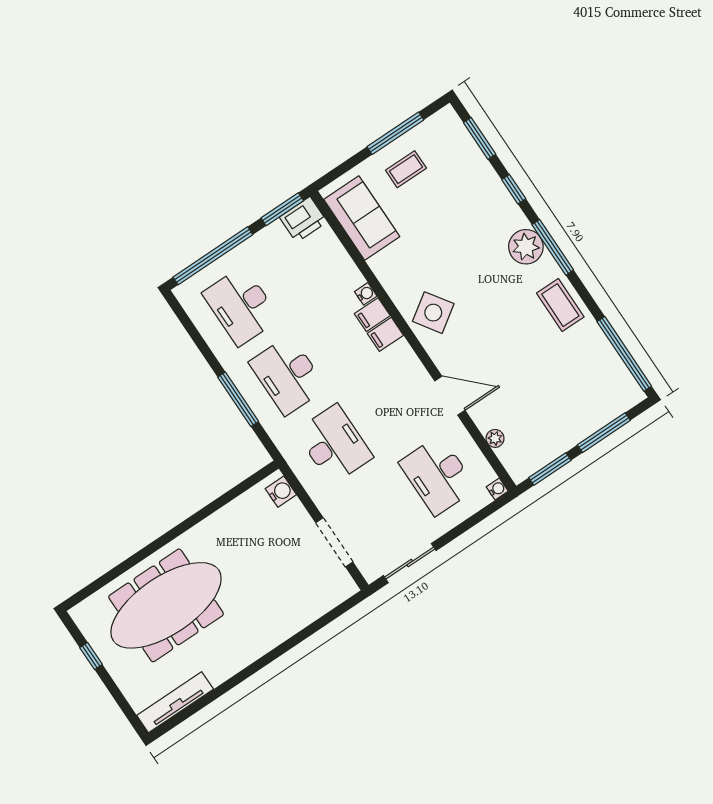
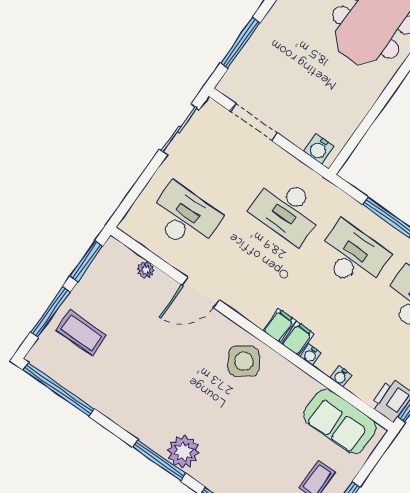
coffee table: (560, 305) -> (81, 333), moved
water cooler: (497, 489) -> (341, 377), moved
window: (318, 625) -> (240, 43), added

